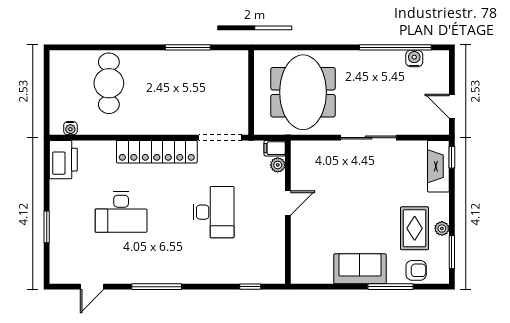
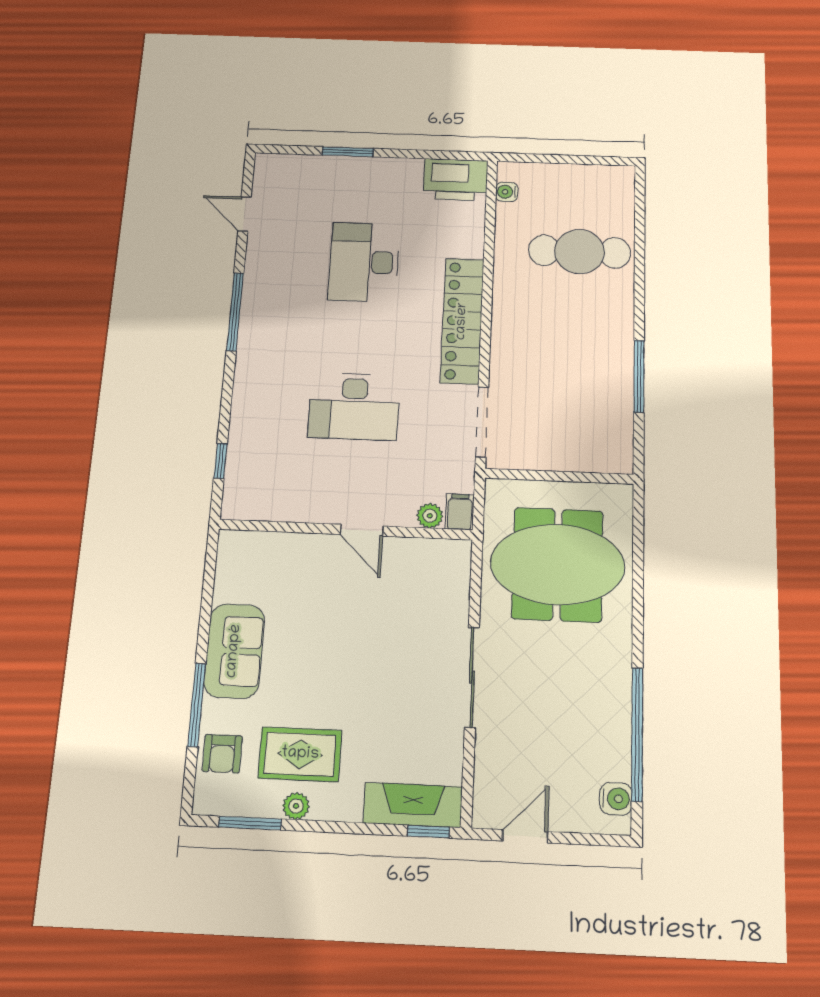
water cooler: (414, 58) -> (616, 799), moved

